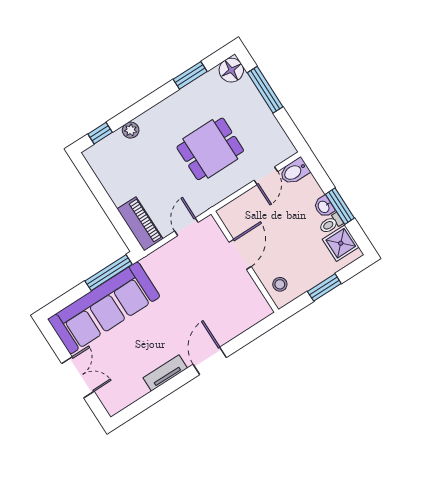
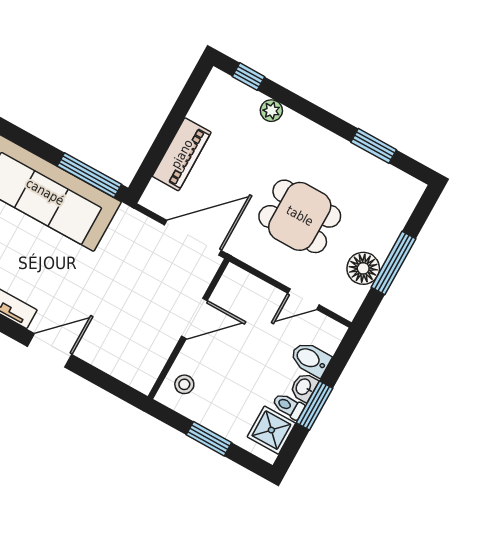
floor lamp: (231, 70) -> (363, 268), moved
window: (265, 90) -> (393, 263), moved
bidet: (294, 172) -> (310, 359), moved
piano: (140, 224) -> (182, 154), moved
door: (187, 227) -> (193, 238), width x1.88

